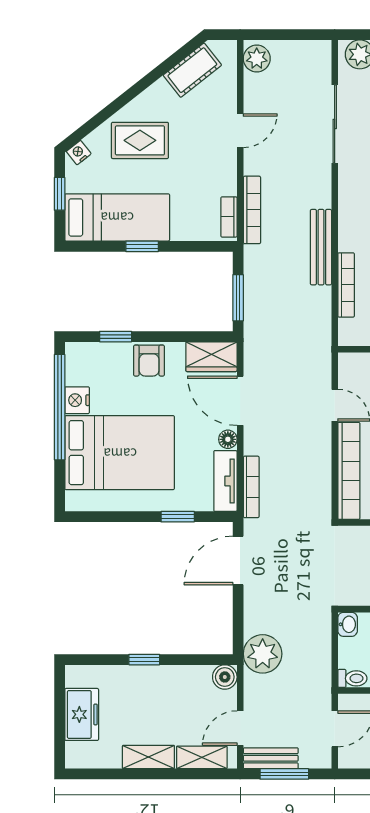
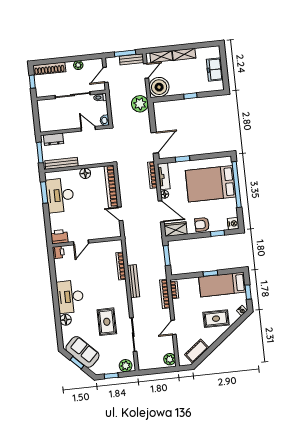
armchair: (149, 361) -> (202, 225), turned -90
nightstand: (77, 400) -> (233, 224), moved
window: (60, 407) -> (237, 184), moved
boiler: (225, 677) -> (159, 87), width x1.86, depth x1.86

